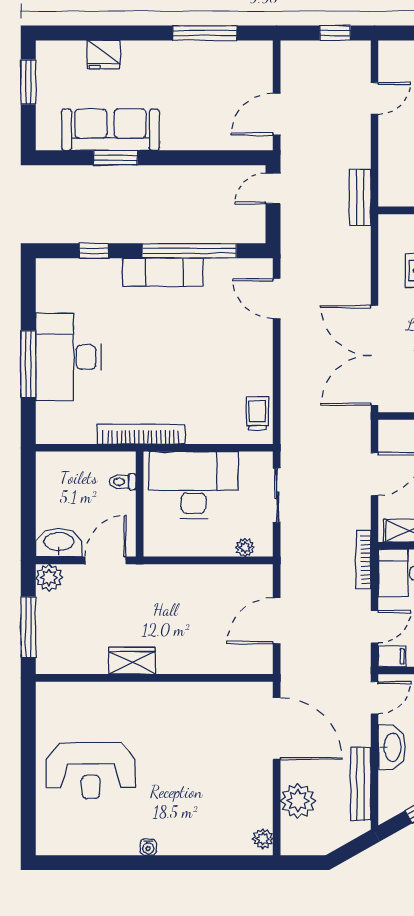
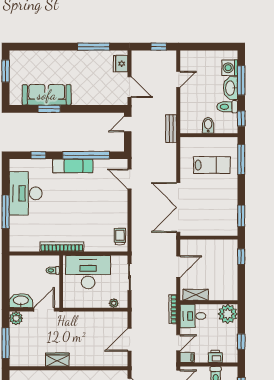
fridge: (103, 55) -> (121, 64), moved, turned 90
door: (277, 114) -> (129, 87), swing flipped
desk: (68, 357) -> (26, 193), moved

